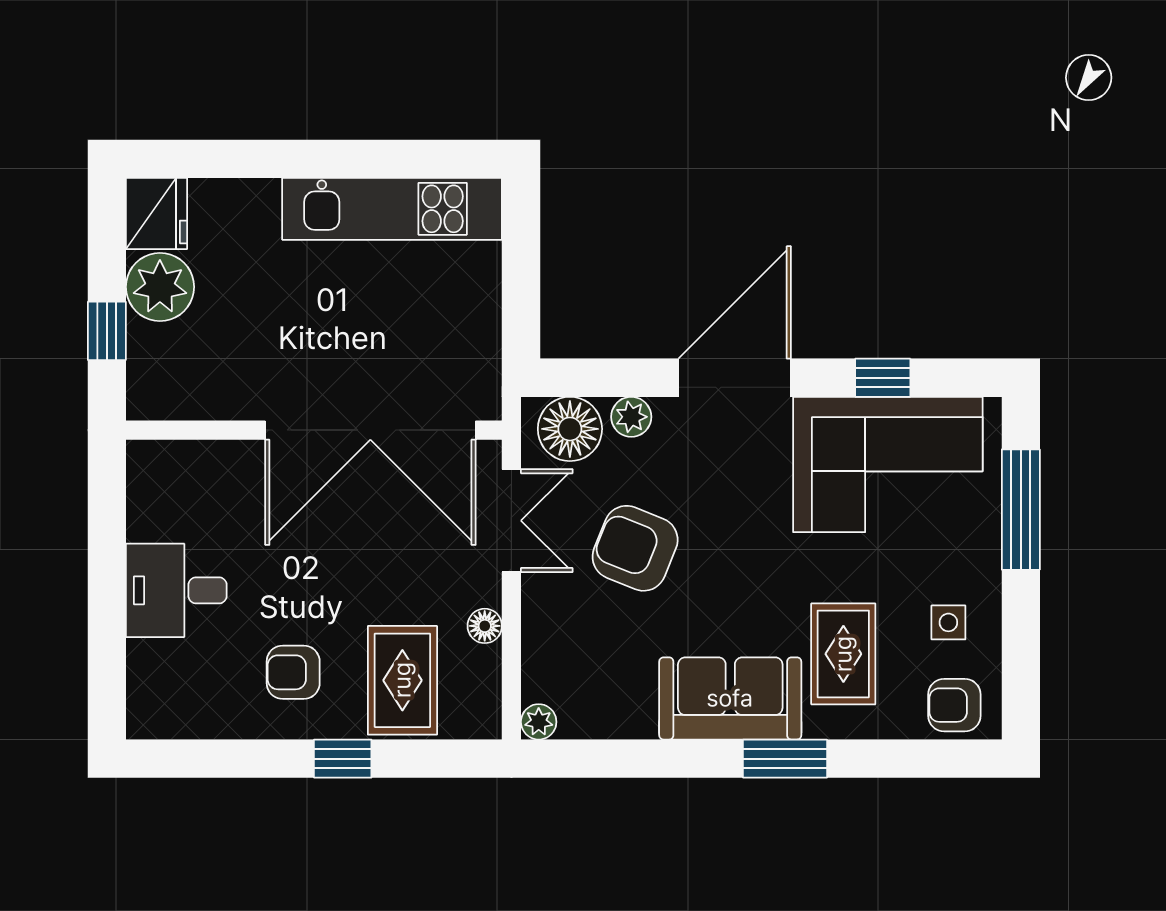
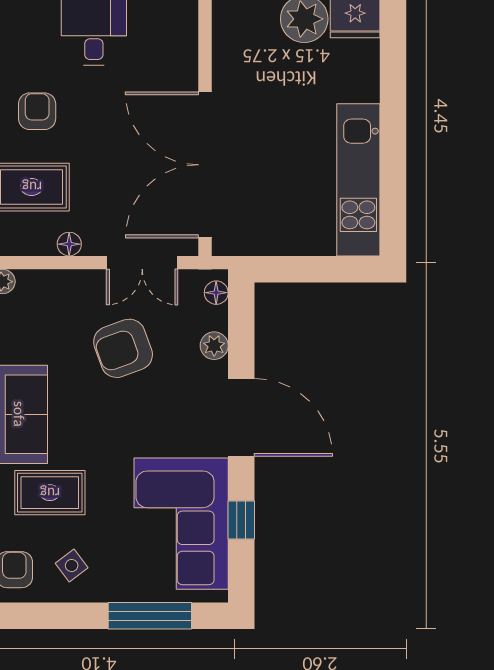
floor lamp: (570, 429) -> (216, 293), width x0.53, depth x0.53
armchair: (635, 548) -> (123, 348), turned -132
side table: (948, 622) -> (72, 566), turned -37

